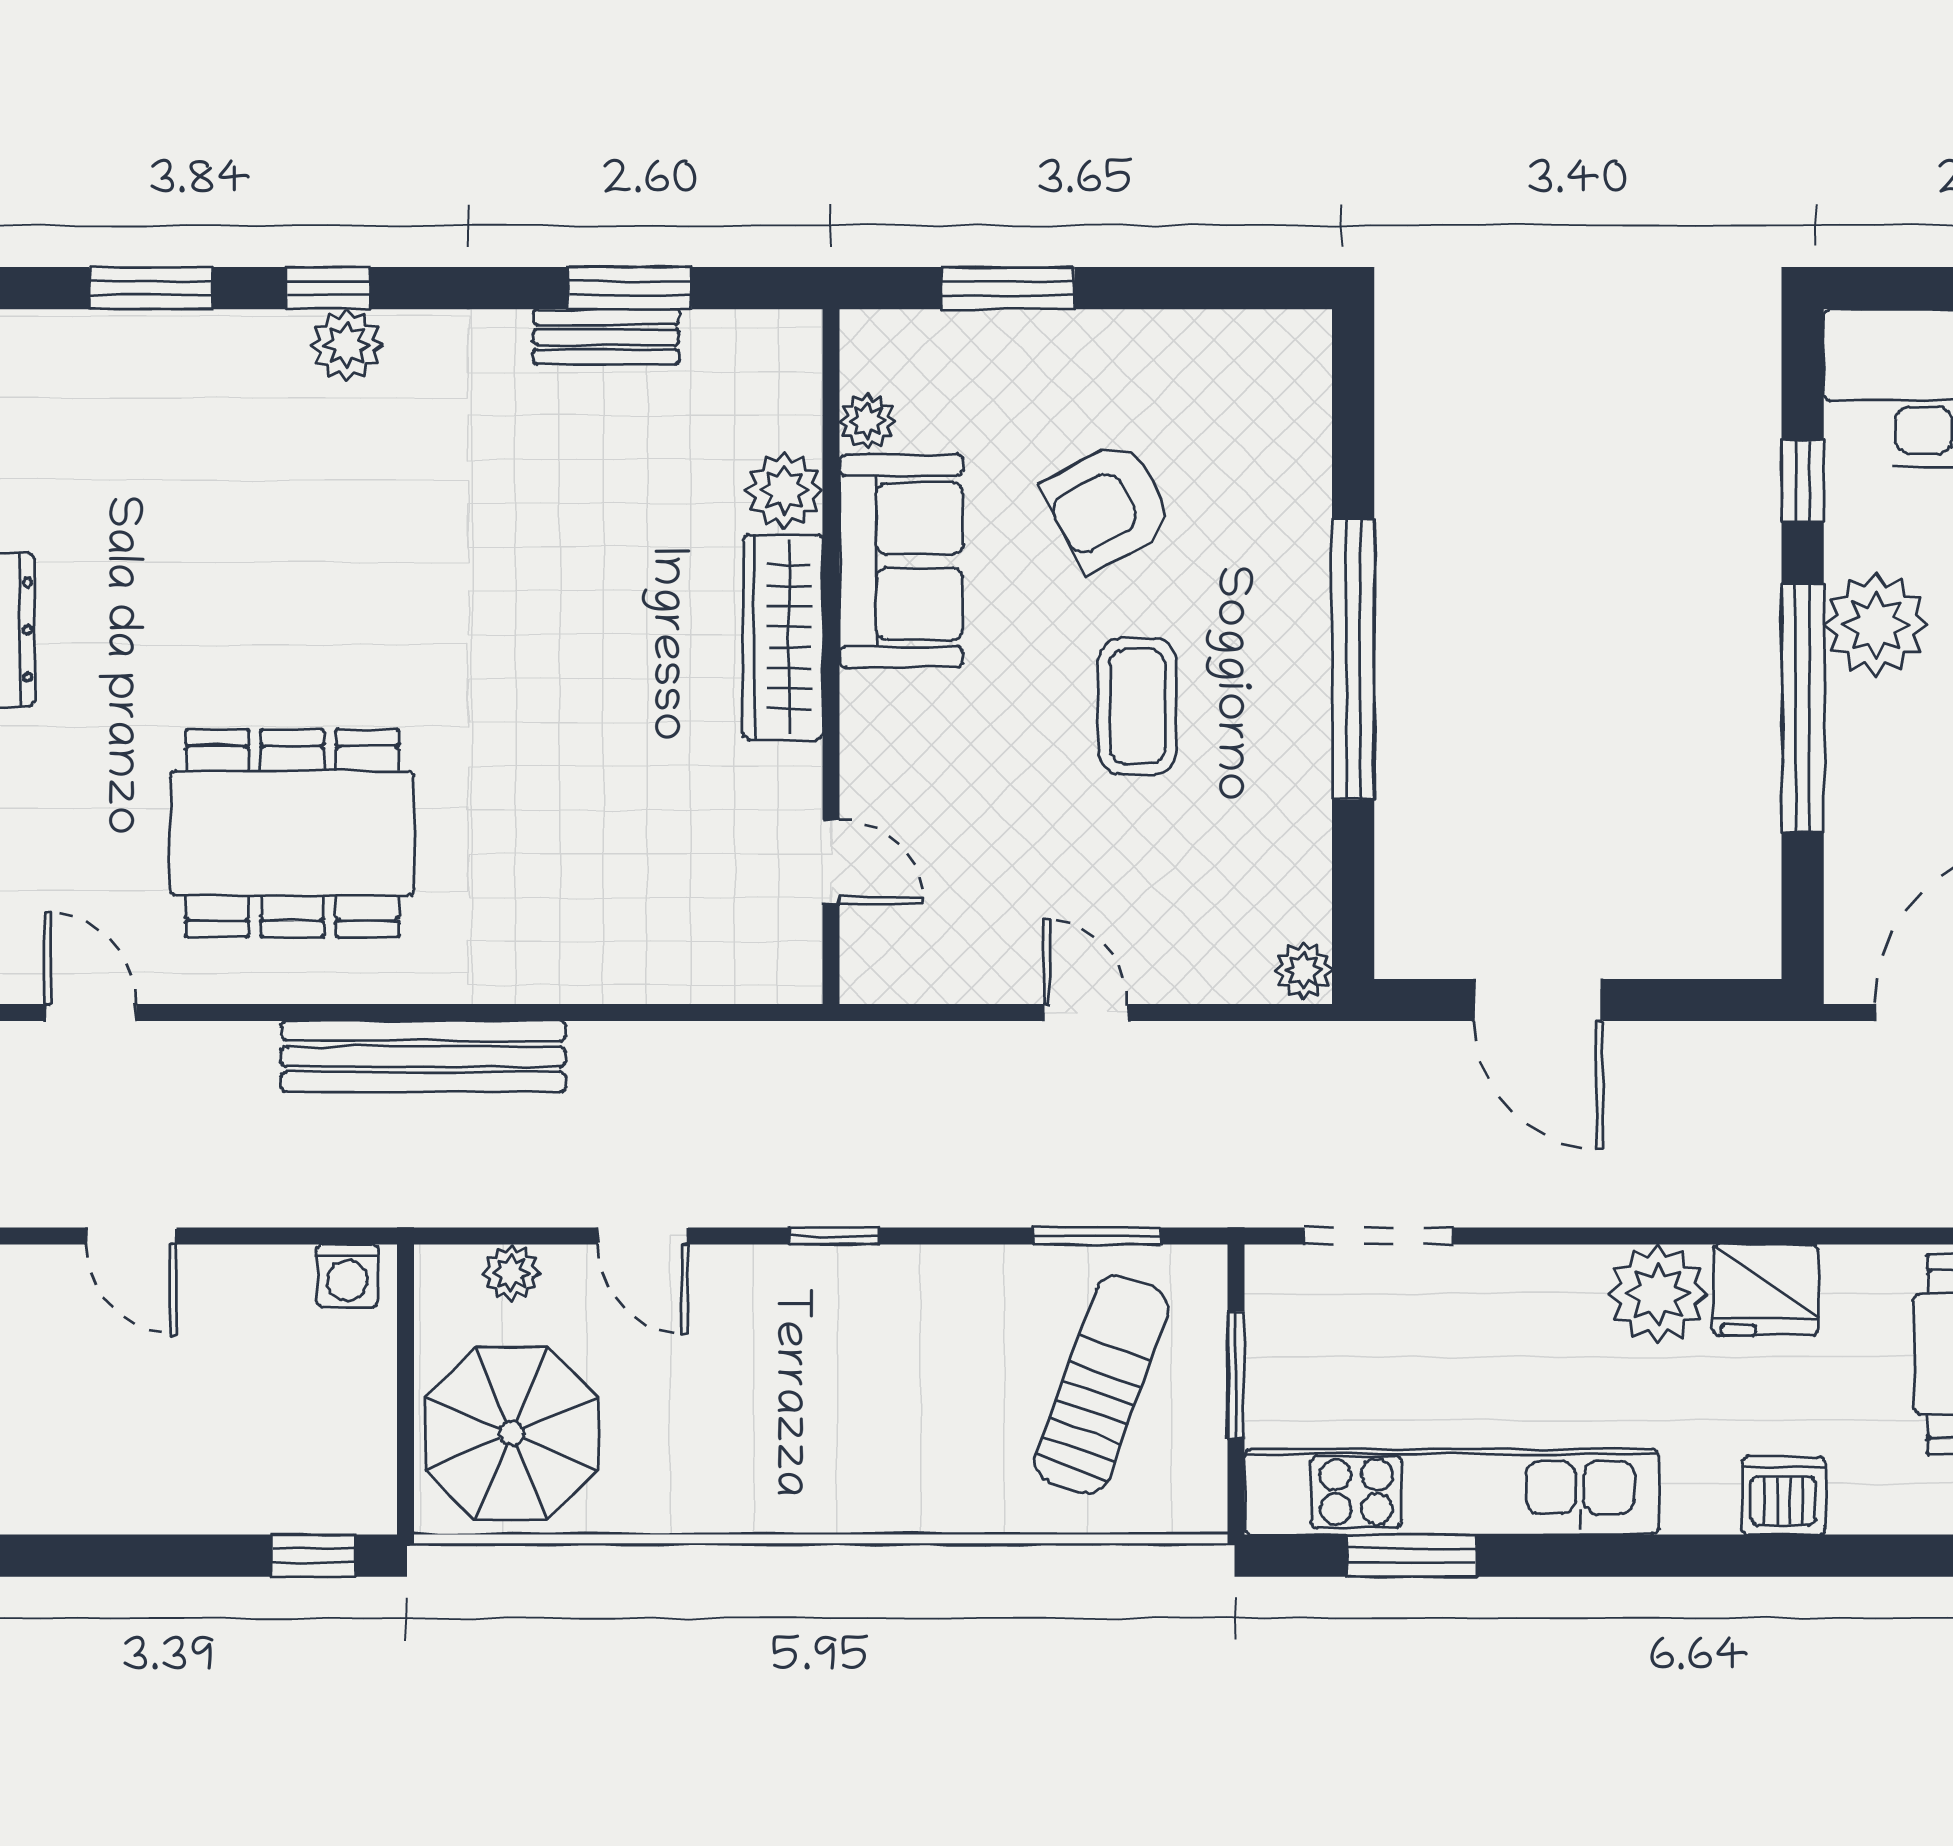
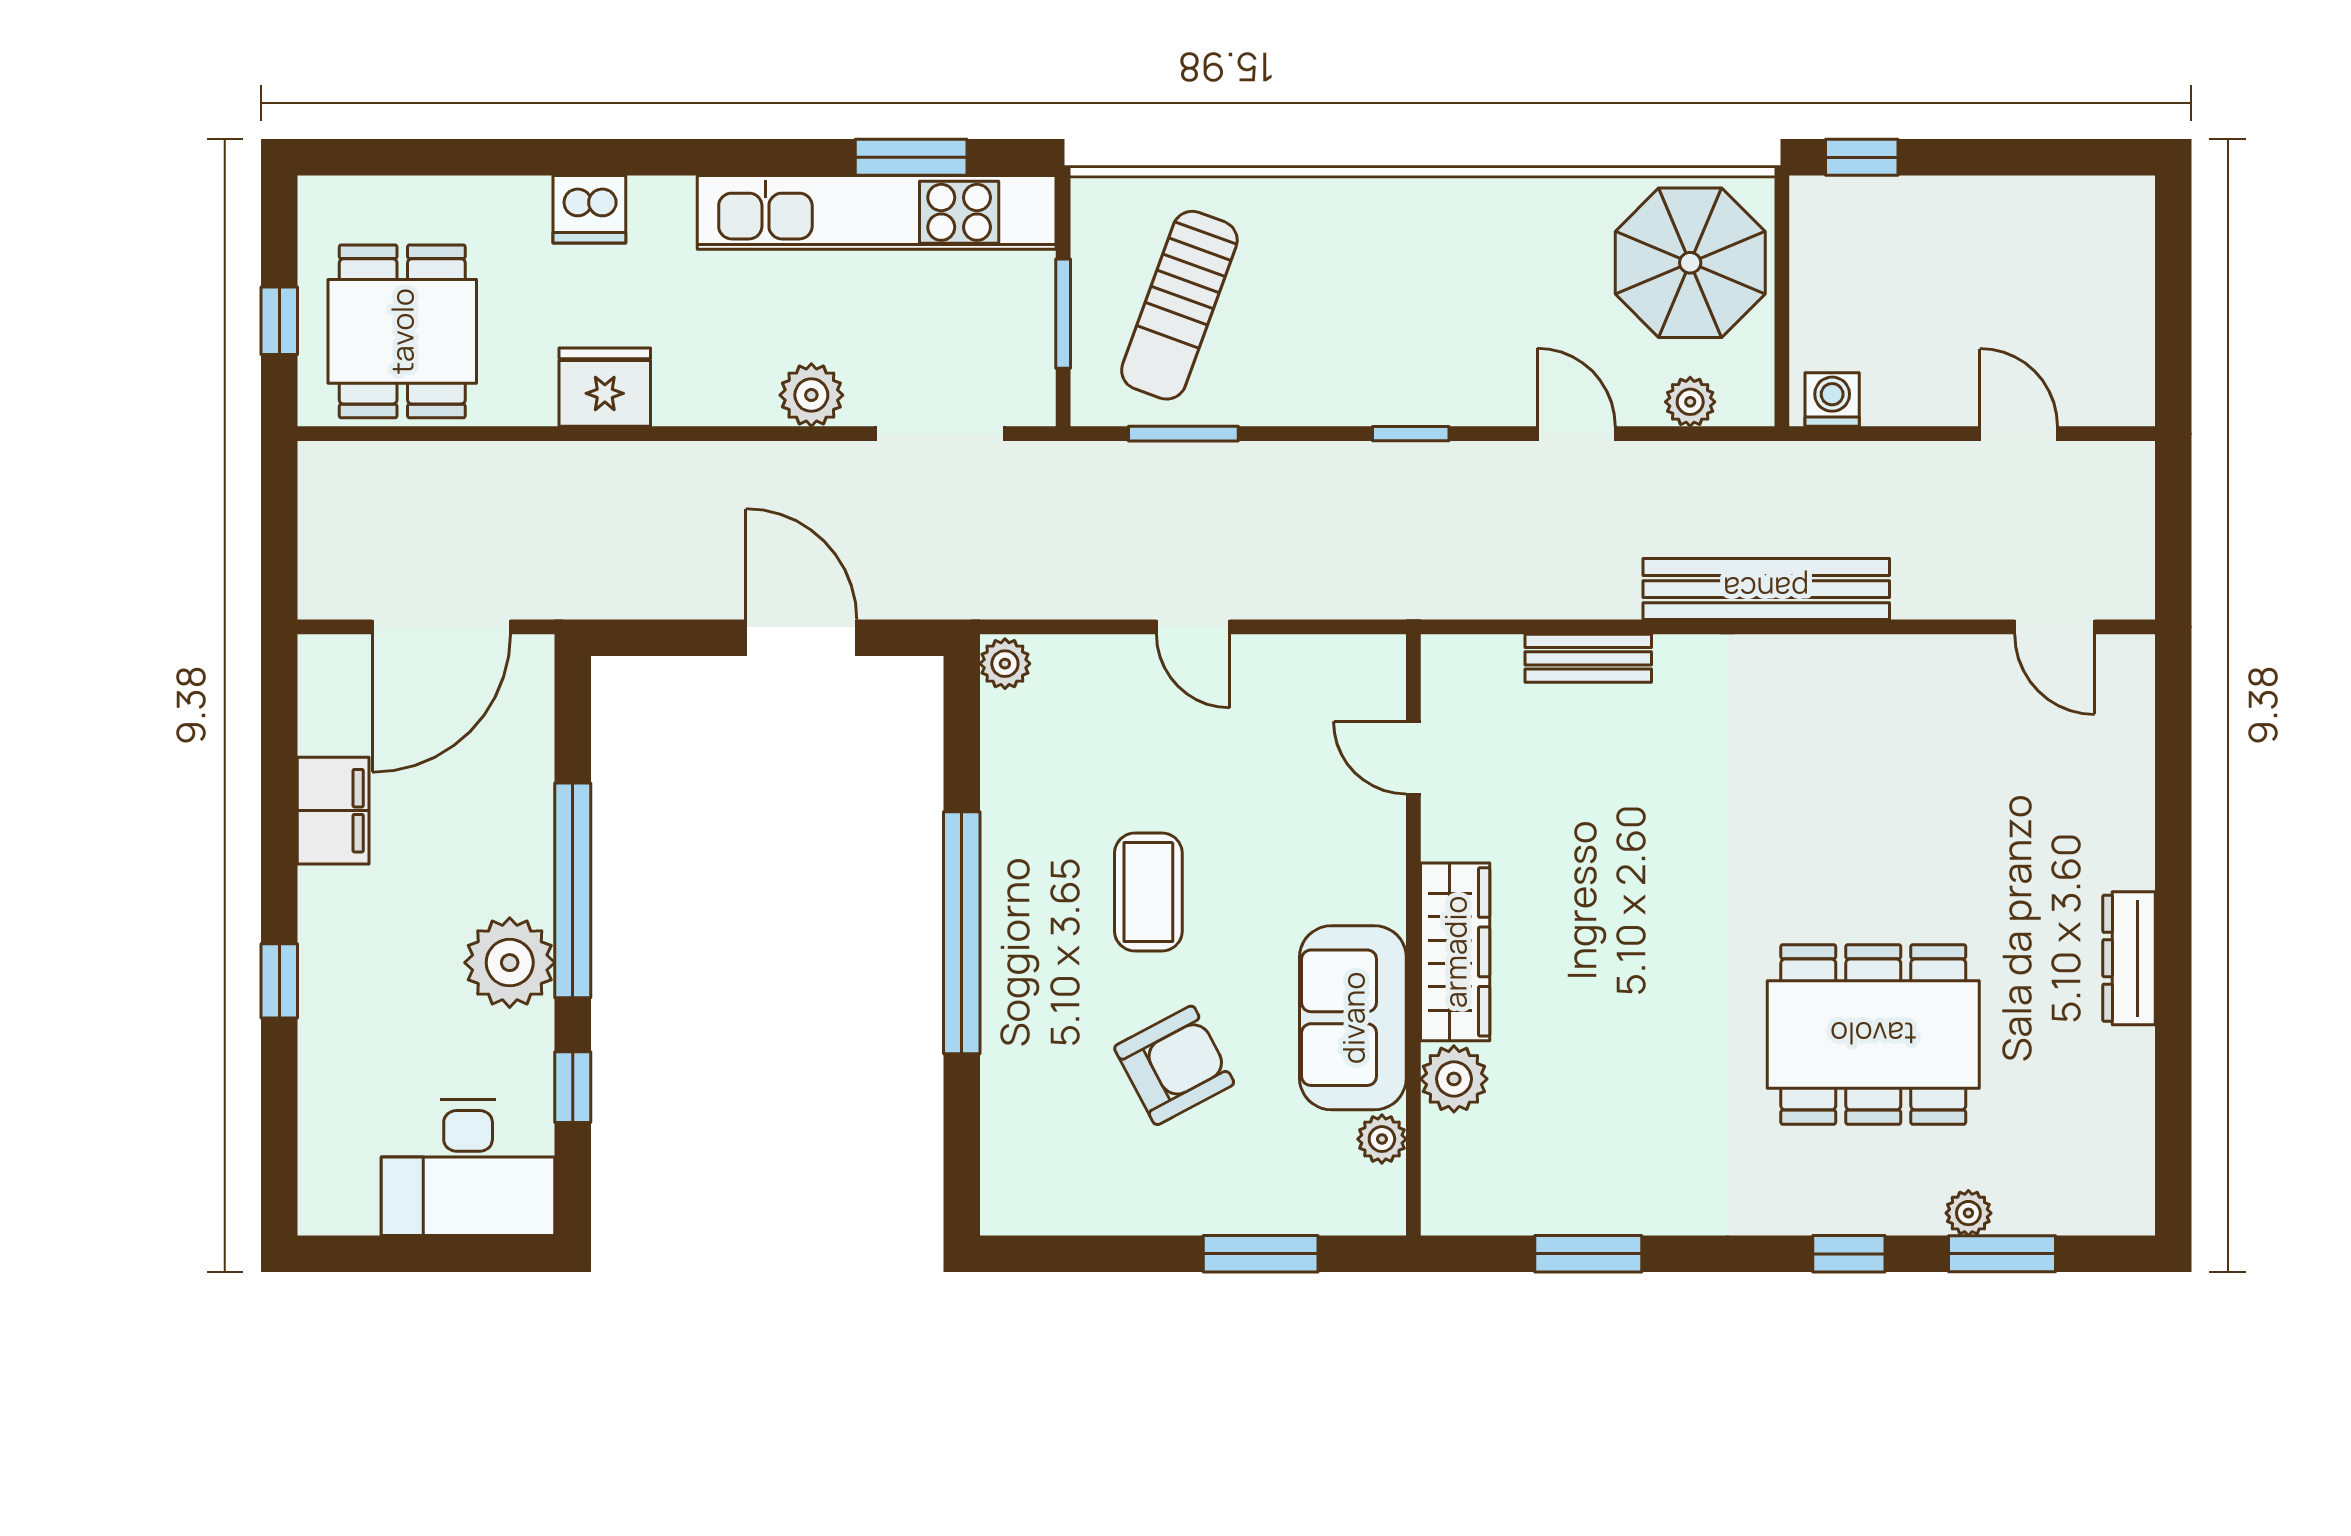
bench: (606, 337) -> (1588, 658), moved
plant: (347, 345) -> (1968, 1213), moved, width x0.73, depth x0.73
dining table: (292, 833) -> (1873, 1034), moved
plant: (1658, 1294) -> (811, 395), moved, width x0.73, depth x0.73

